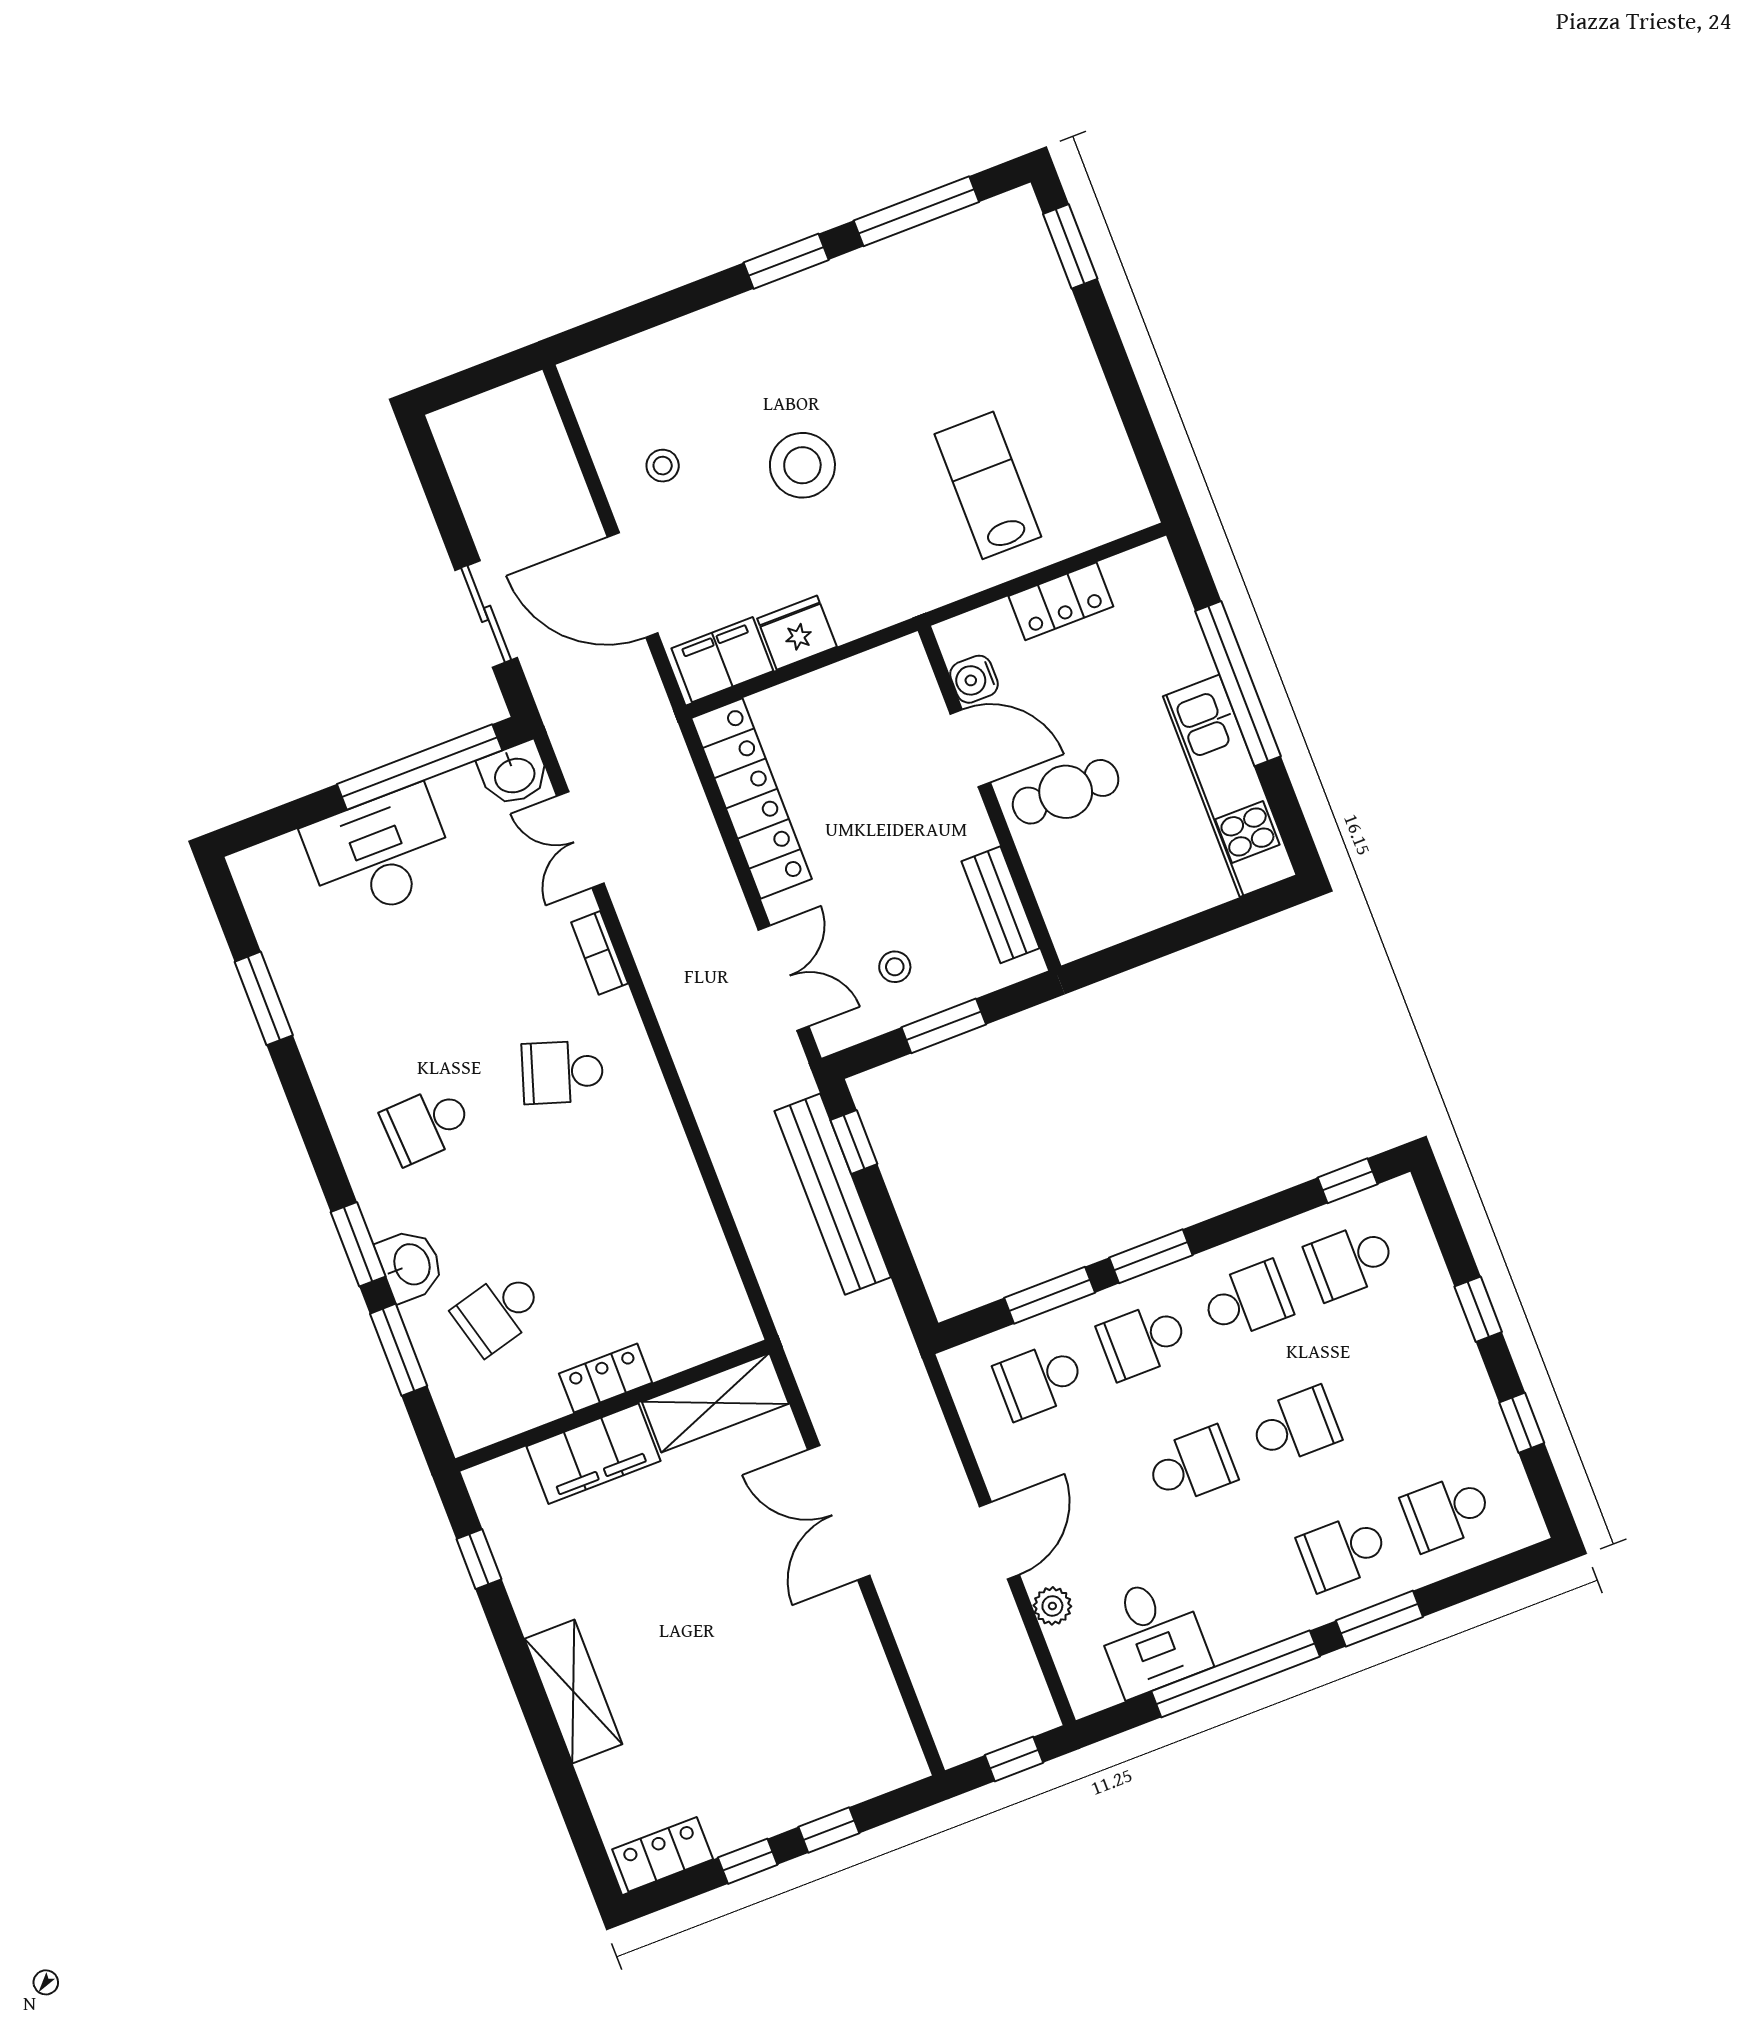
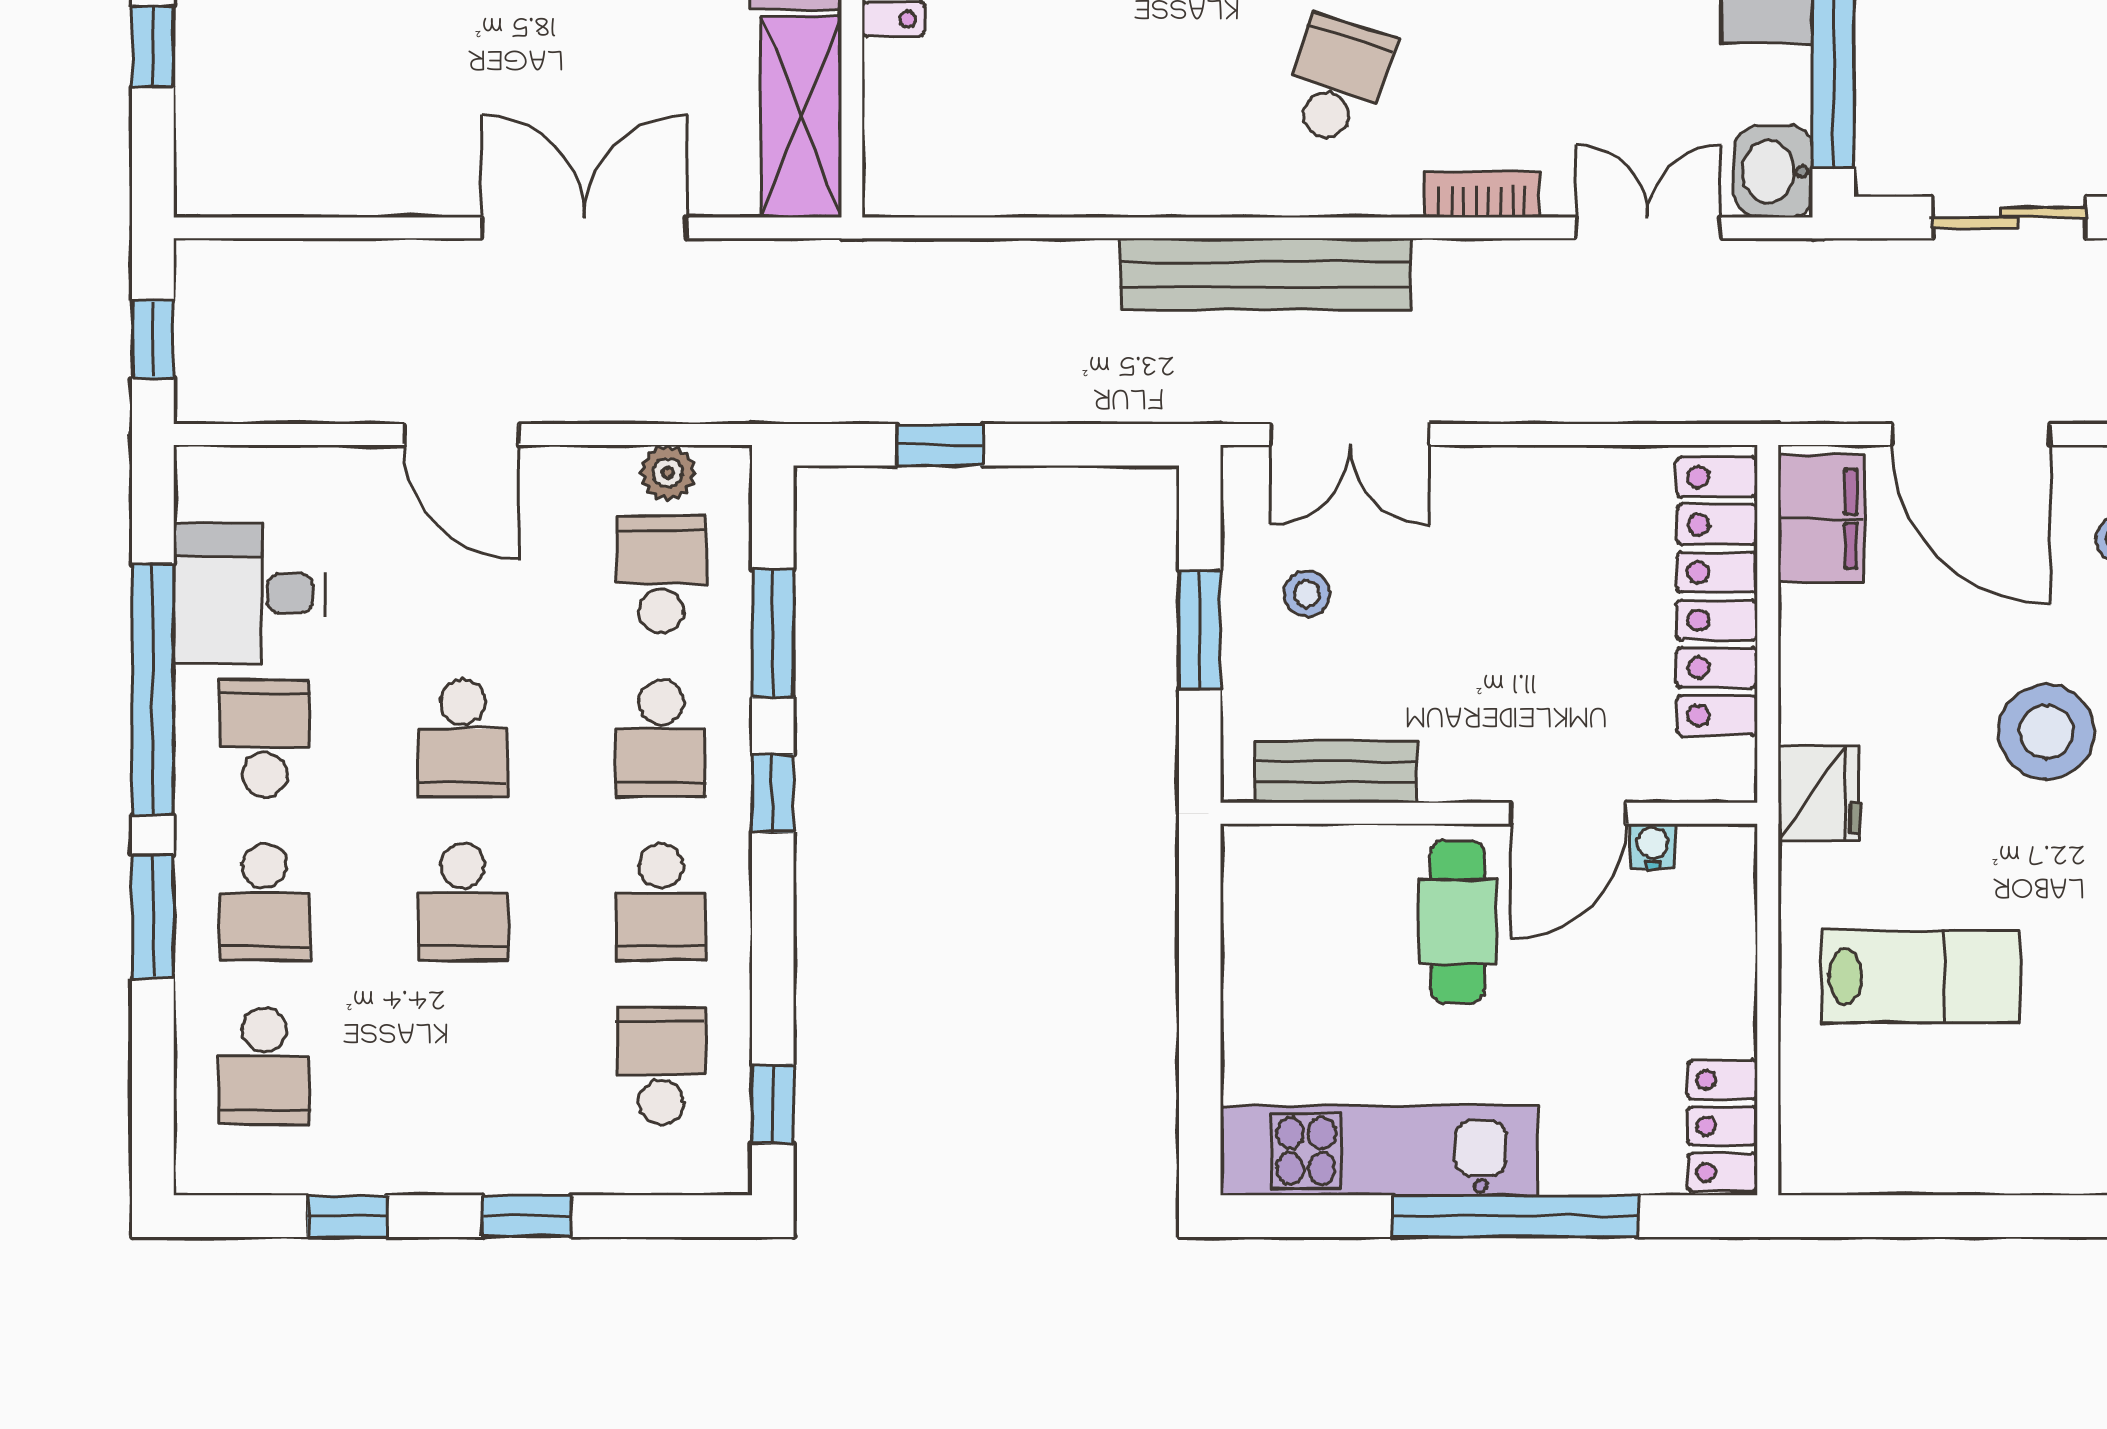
door: (633, 585) -> (1971, 434), swing flipped
locker: (1061, 601) -> (1722, 1126), moved
fridge: (797, 633) -> (1819, 793), moved
water cooler: (974, 679) -> (1652, 846), width x0.72, depth x0.72
locker: (751, 798) -> (1717, 596), moved, turned 90
window: (854, 1142) -> (940, 445), moved
bench: (833, 1194) -> (1265, 274), moved
window: (1151, 1256) -> (773, 793), width x0.67
school desk: (1143, 1340) -> (661, 738), turned 180
school desk: (1447, 1512) -> (264, 1066), turned 180
school desk: (1343, 1552) -> (264, 902), turned 180
school desk: (1239, 1591) -> (264, 738), added
plant: (1052, 1606) -> (668, 473), moved

